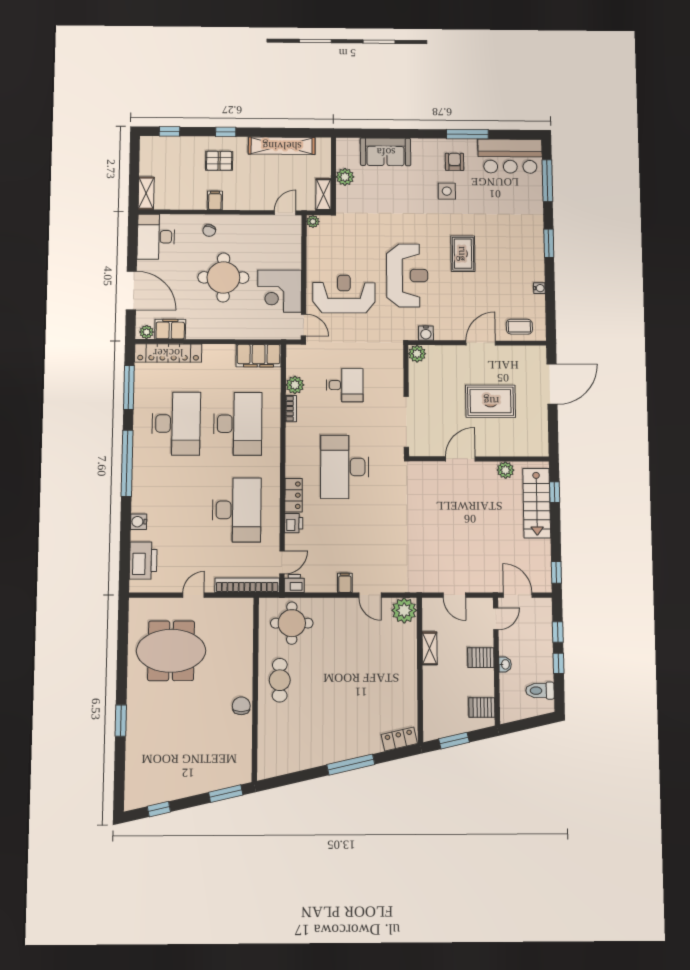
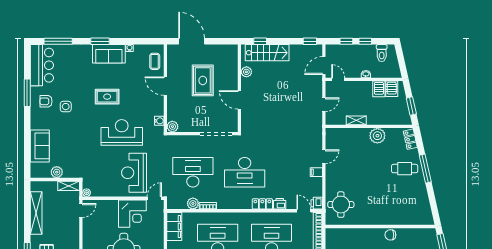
door: (285, 213) -> (81, 210), swing flipped
sofa: (530, 257) -> (109, 54), added
desk: (345, 385) -> (193, 172), width x1.87, depth x1.30
plant: (404, 610) -> (377, 136), moved
server rack: (481, 658) -> (379, 89), moved
cafe table: (280, 680) -> (405, 169), moved

